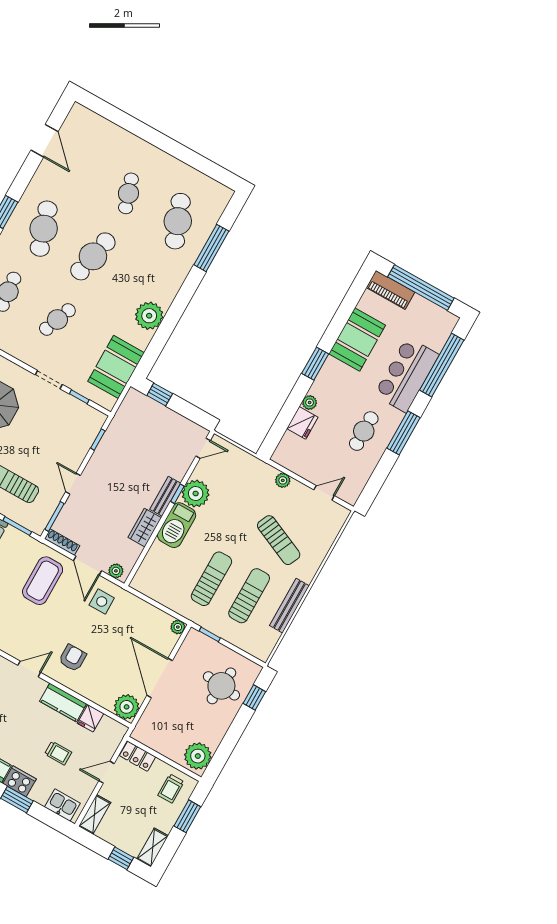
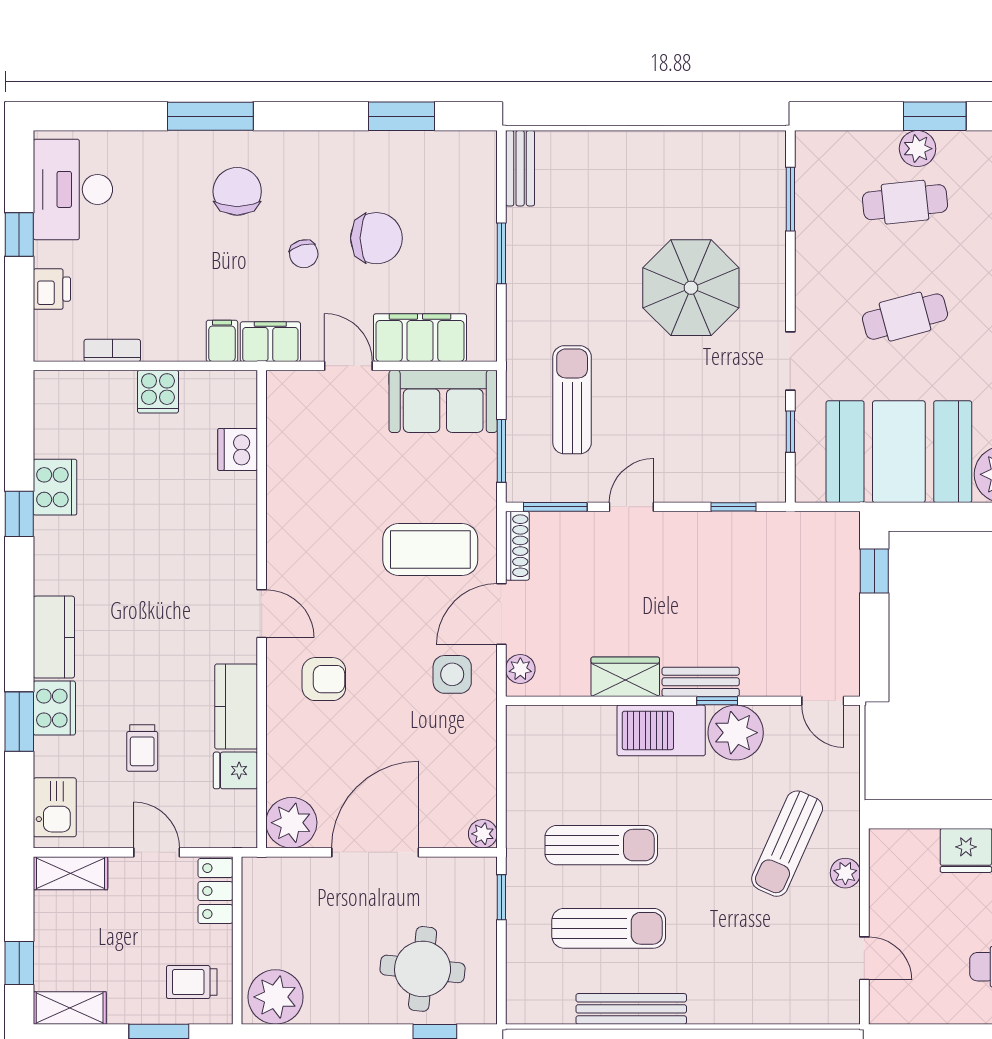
cafe table: (57, 319) -> (905, 317), turned -36
booth: (116, 367) -> (899, 452), width x1.36, depth x1.42
sun lounger: (279, 540) -> (787, 844), moved

